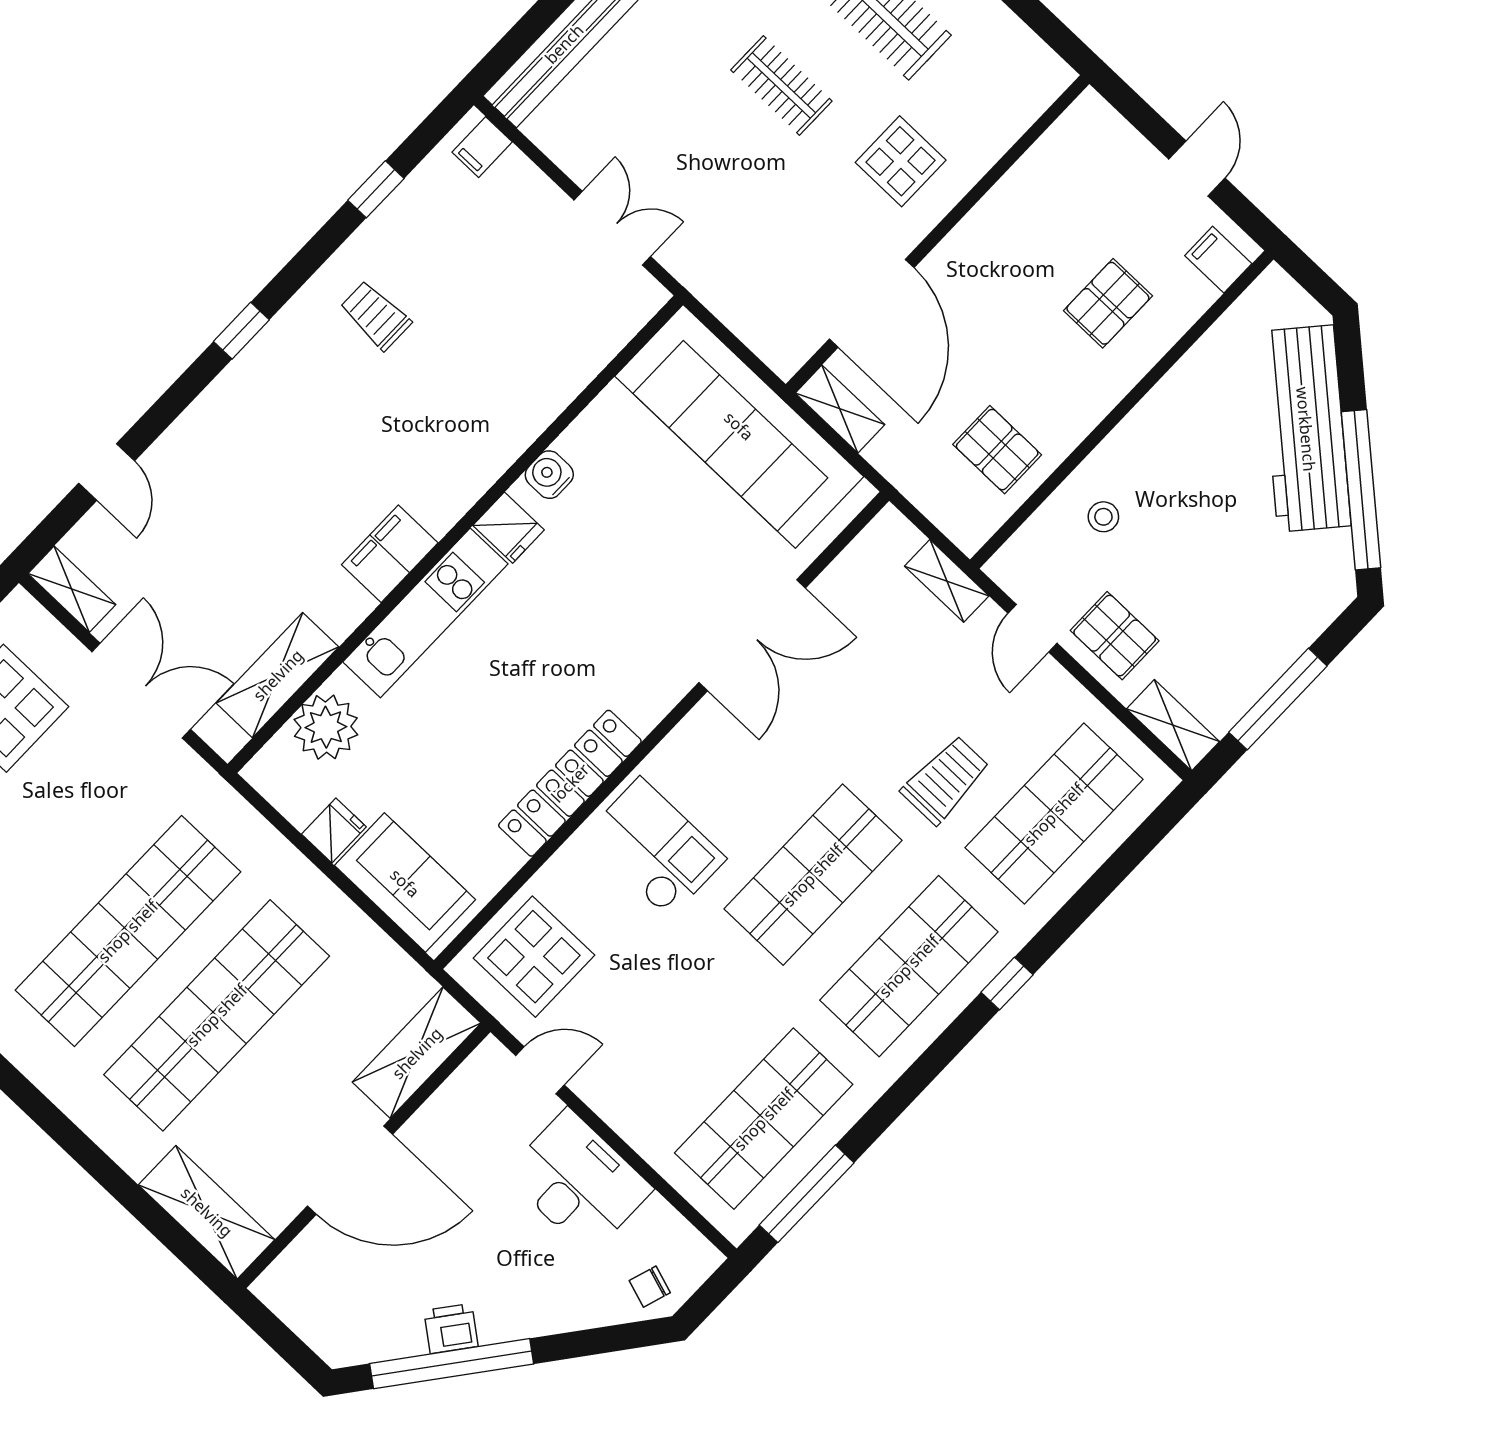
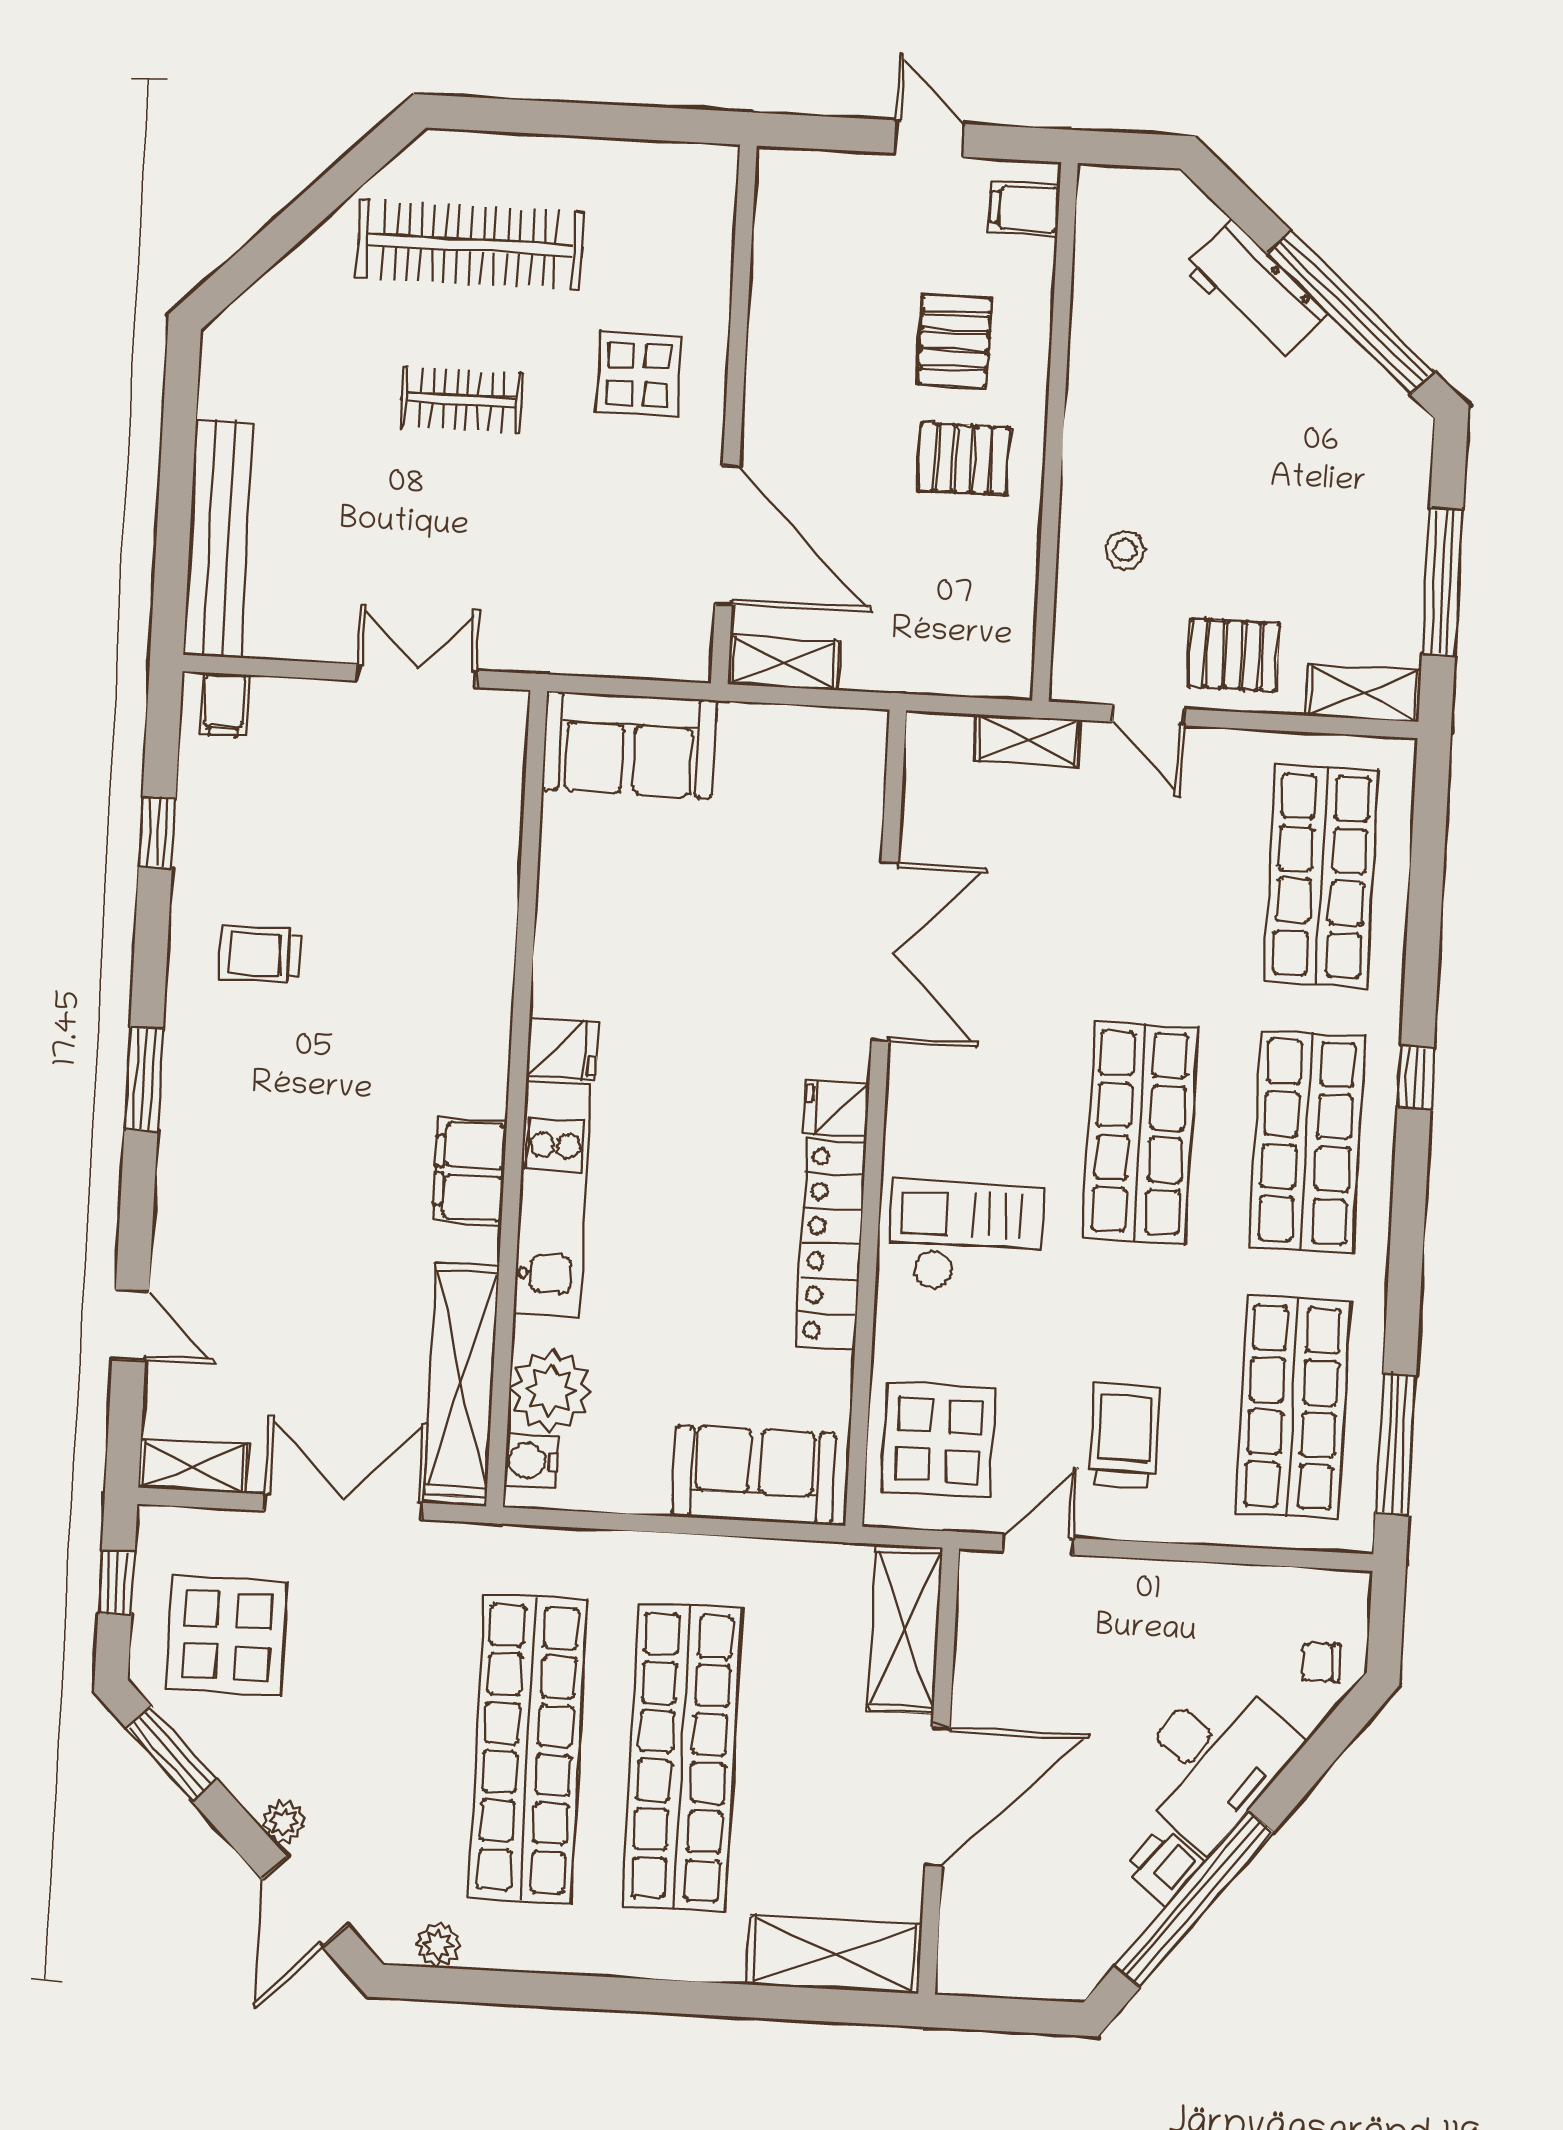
window: (241, 331) -> (144, 1079), width x1.50
sofa: (739, 426) -> (629, 745), width x0.54, depth x0.79
workbench: (1306, 429) -> (1255, 291), width x0.53, depth x0.76
pallet: (997, 450) -> (963, 459), moved
water cooler: (549, 475) -> (531, 1461), moved
shelving: (278, 675) -> (461, 1380), width x1.47
trolley: (945, 780) -> (1125, 1435), moved
fridge: (334, 830) -> (836, 1109), moved, turned -90
desk: (579, 1182) -> (1212, 1760), moved, turned 128
chair: (650, 1287) -> (1321, 1662), turned 72

